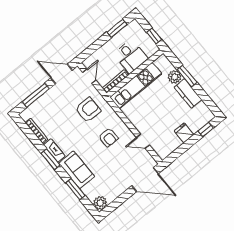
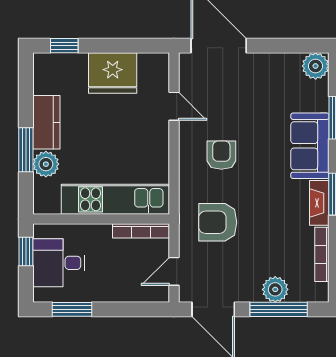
desk: (131, 56) -> (59, 263), moved, turned -90
plant: (44, 102) -> (275, 289), added
fridge: (184, 133) -> (113, 73), width x1.88, depth x1.34

